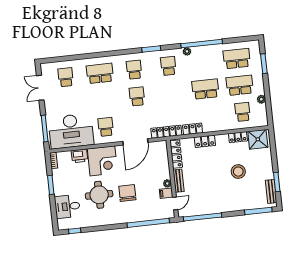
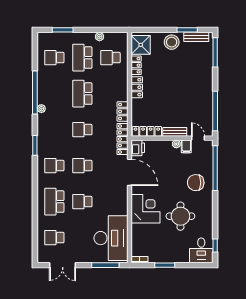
school desk: (237, 59) -> (54, 58), width x0.54
school desk: (168, 66) -> (82, 130), moved
school desk: (106, 127) -> (82, 202), moved
locker: (205, 141) -> (137, 87), moved
printer: (79, 156) -> (138, 148), moved
stool: (238, 172) -> (172, 42), moved
chair: (127, 193) -> (196, 183), moved
desk: (67, 206) -> (201, 250), moved

